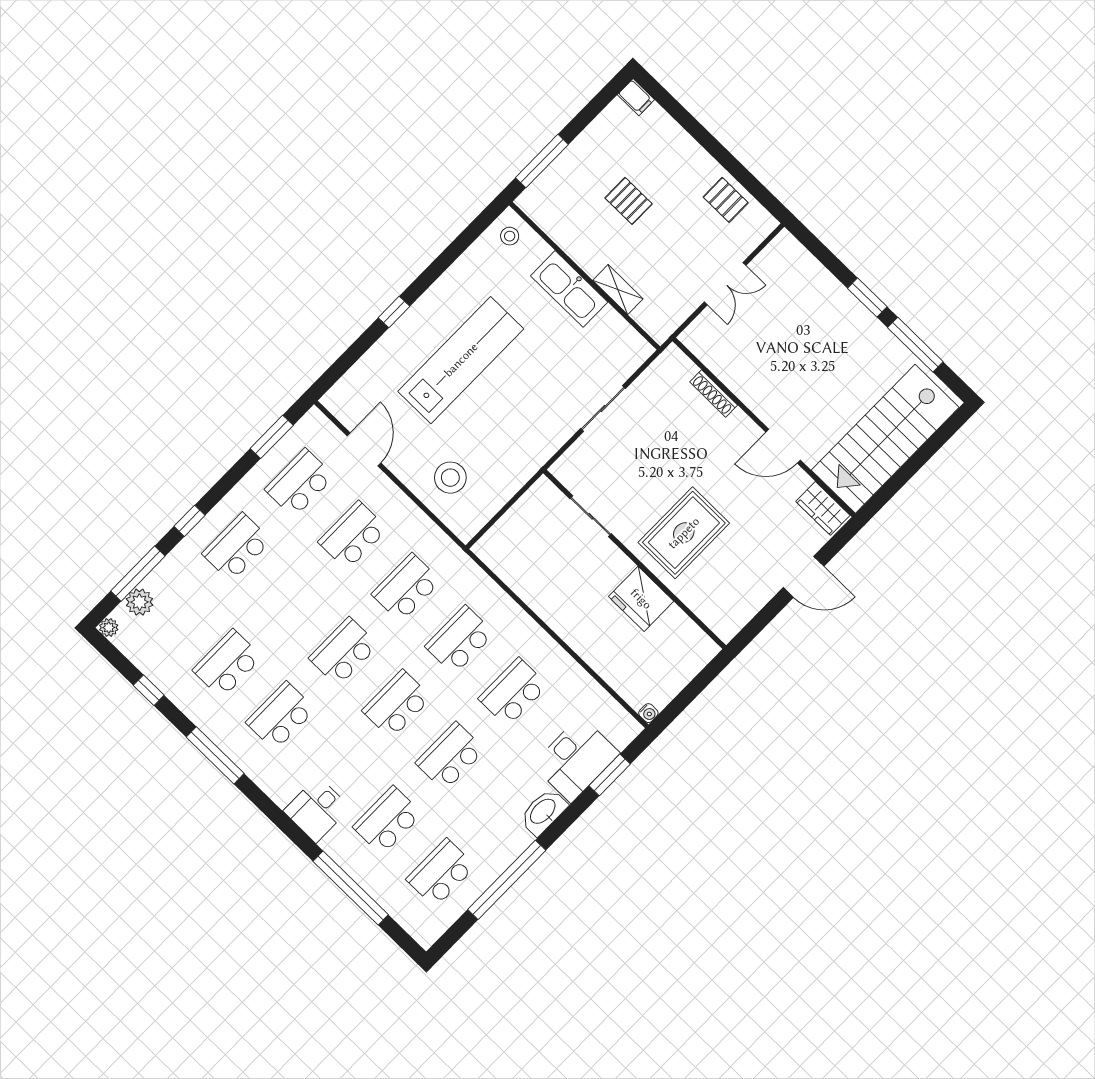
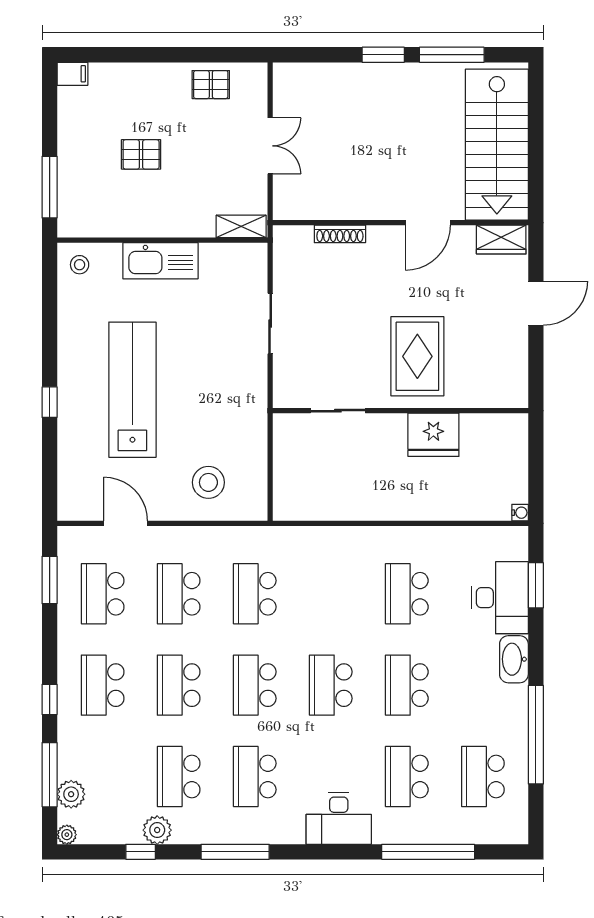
shelving: (618, 290) -> (241, 226), moved
school desk: (460, 640) -> (179, 685), moved
plant: (175, 686) -> (157, 830), added
desk: (317, 809) -> (339, 819), width x1.37

